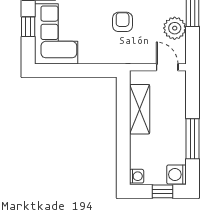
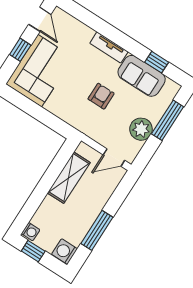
door: (167, 67) -> (114, 158), swing flipped
window: (163, 191) -> (33, 251), moved

